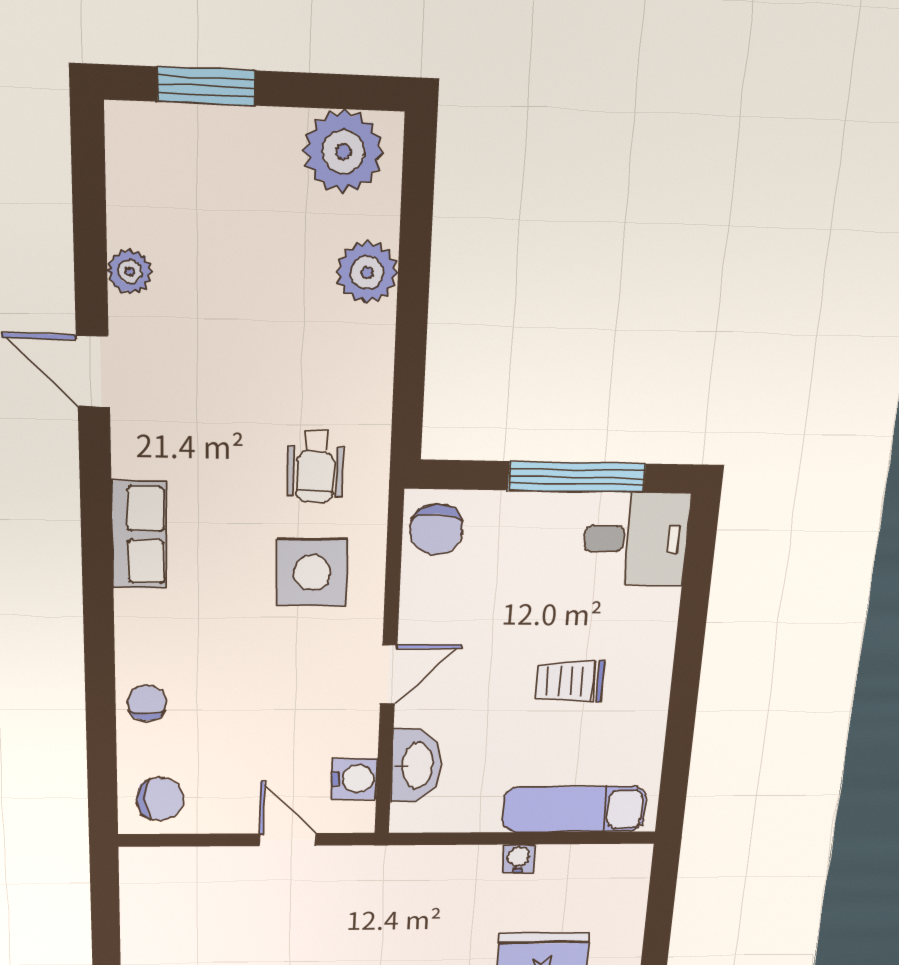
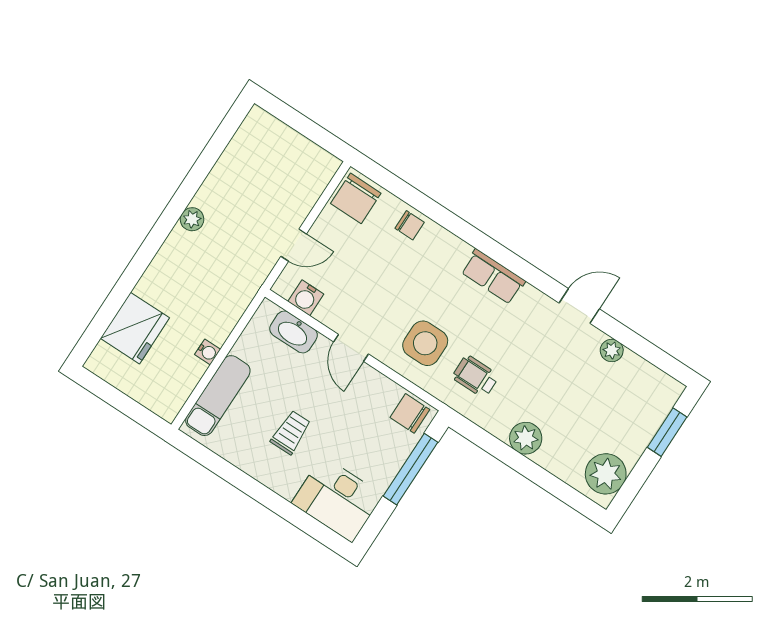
plant: (367, 272) -> (526, 438), moved
window: (577, 477) -> (411, 469), moved
desk: (636, 539) -> (337, 499), width x1.37
chair: (160, 799) -> (356, 198), width x1.37, depth x1.37

